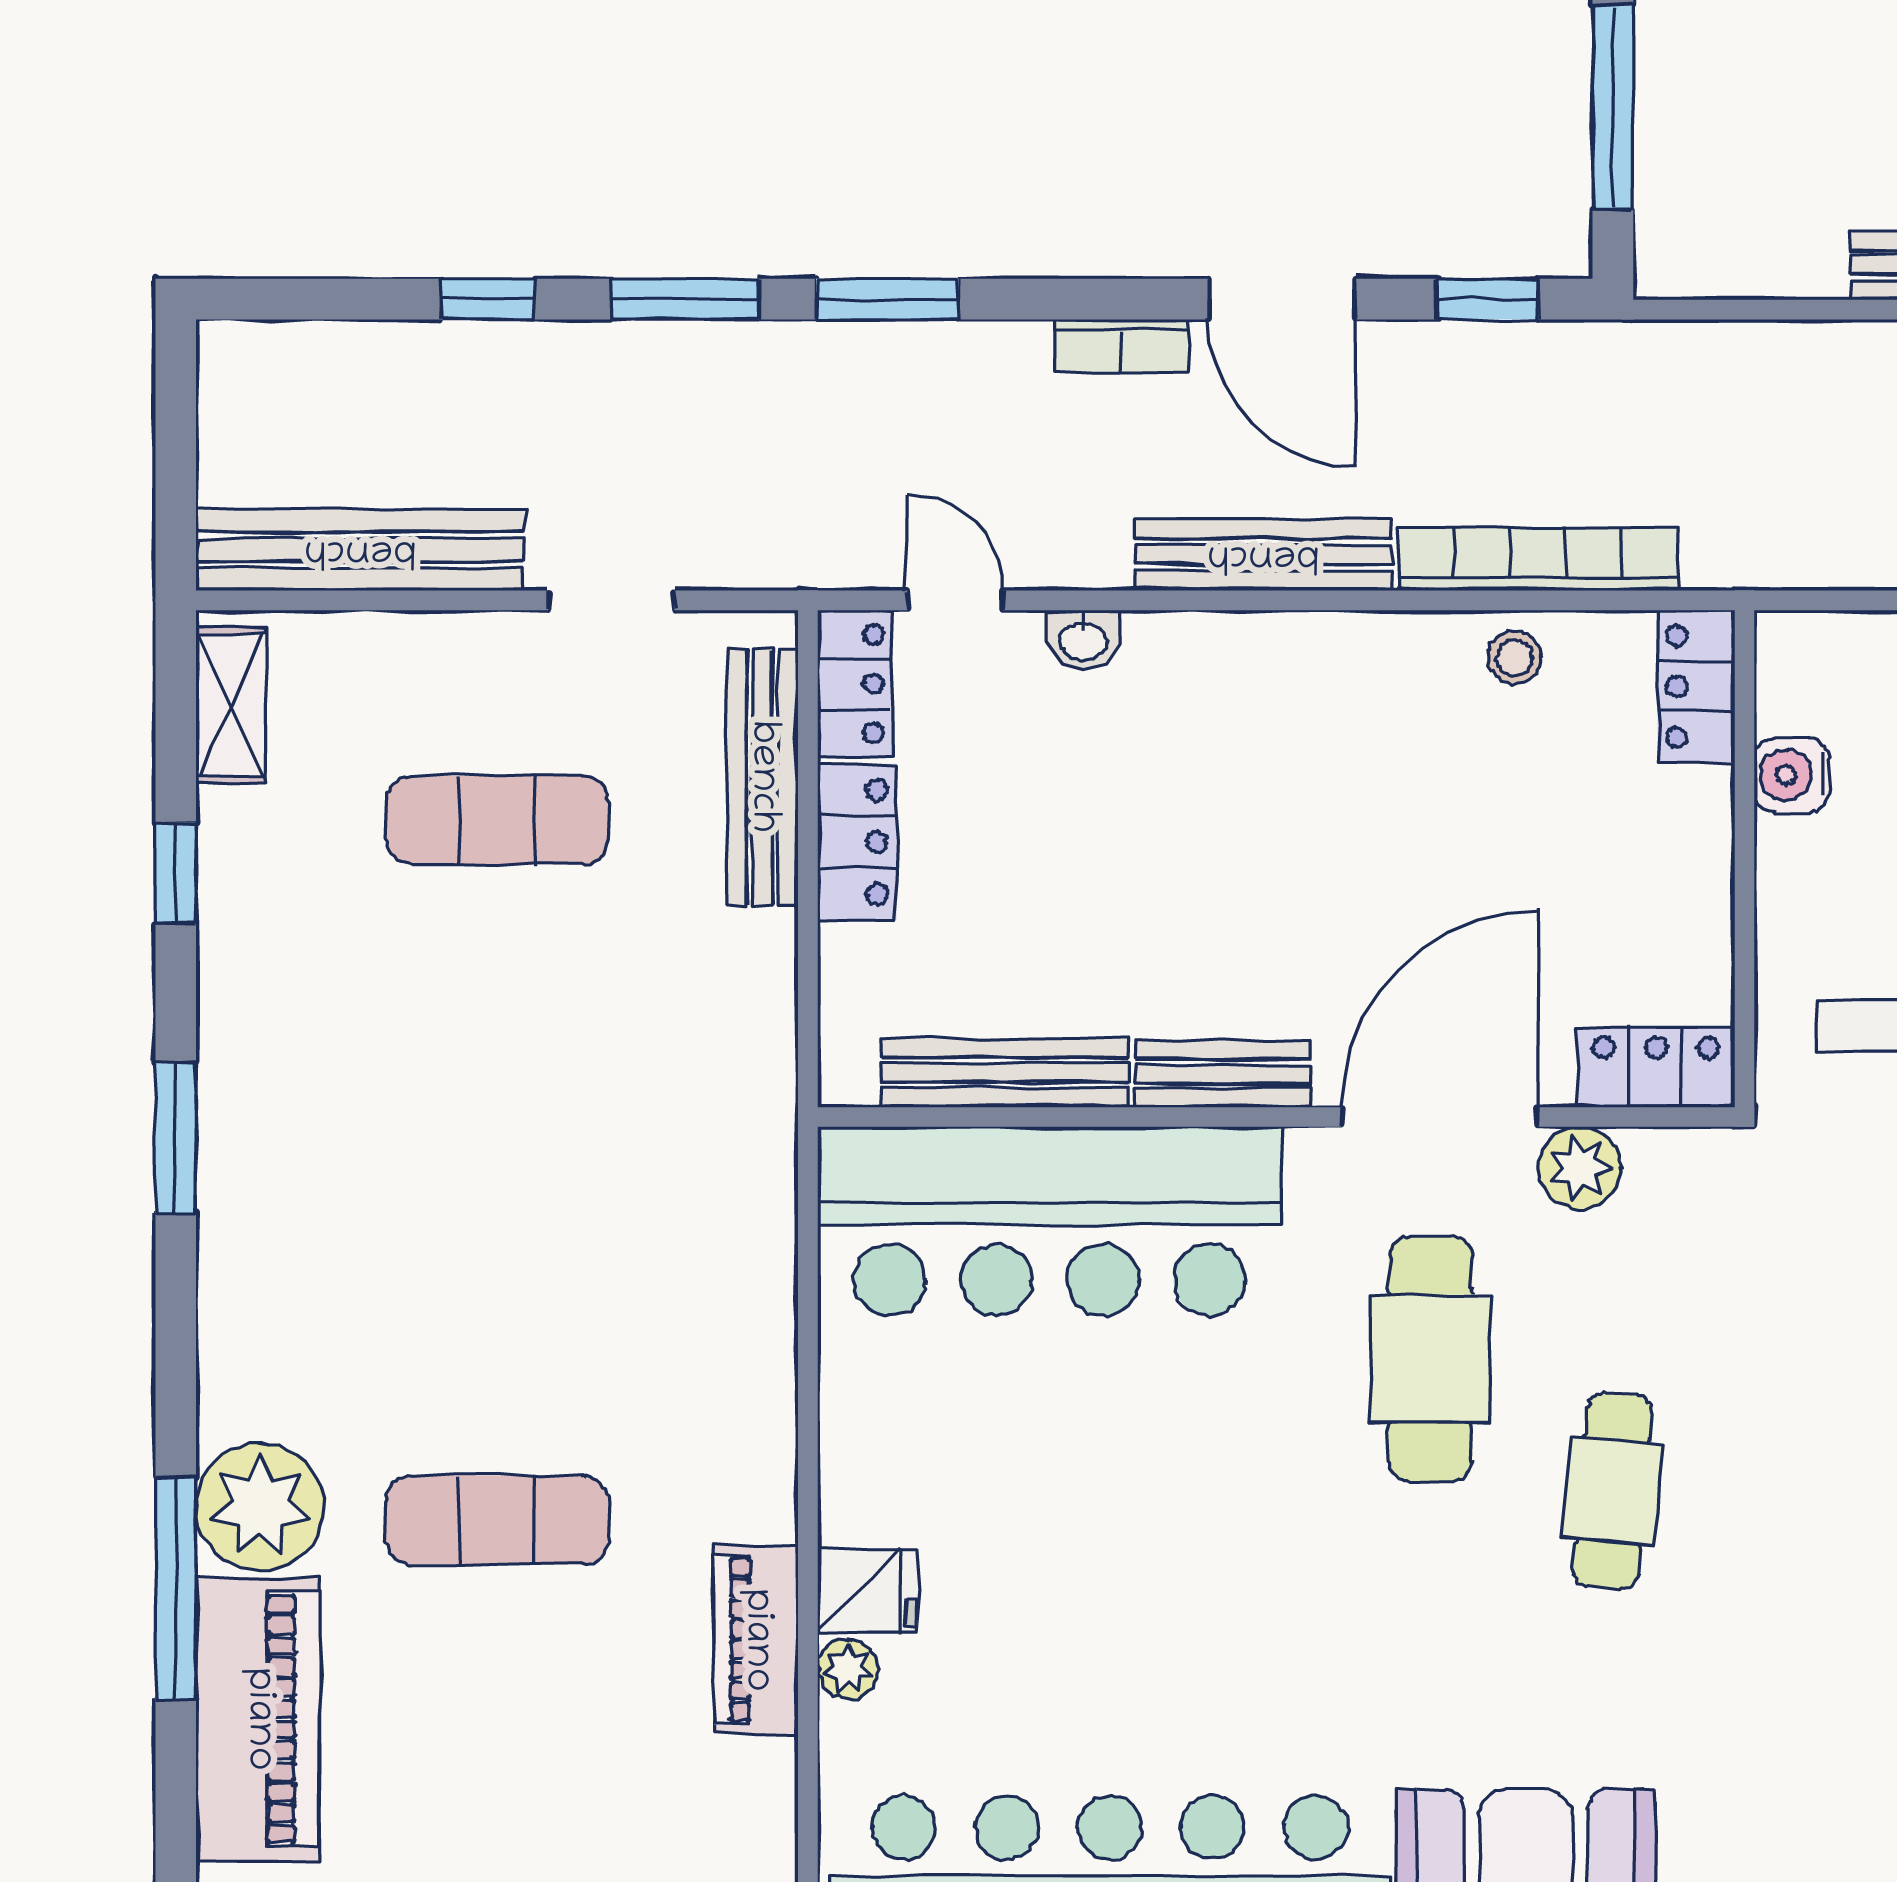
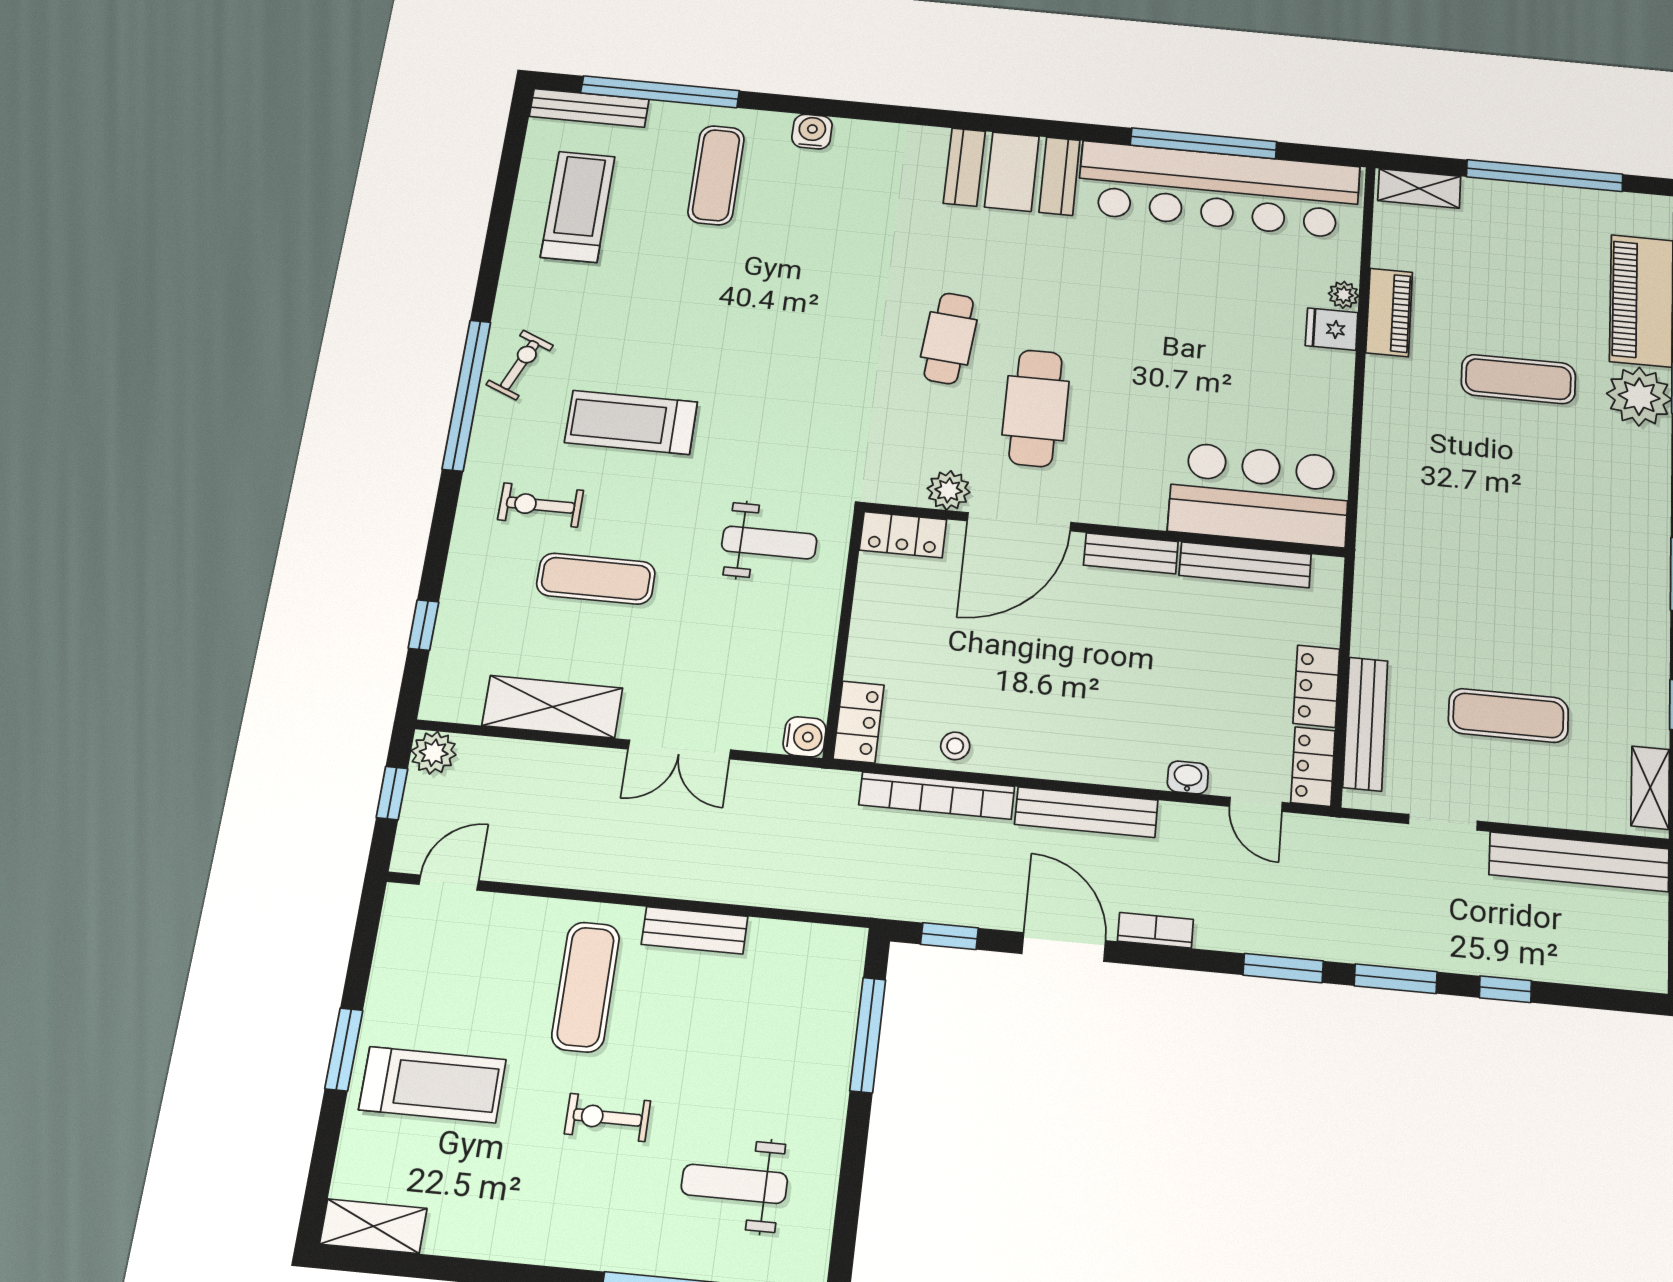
water cooler: (1792, 775) -> (805, 737), moved
bar counter: (1050, 1221) -> (1259, 494), width x0.73

